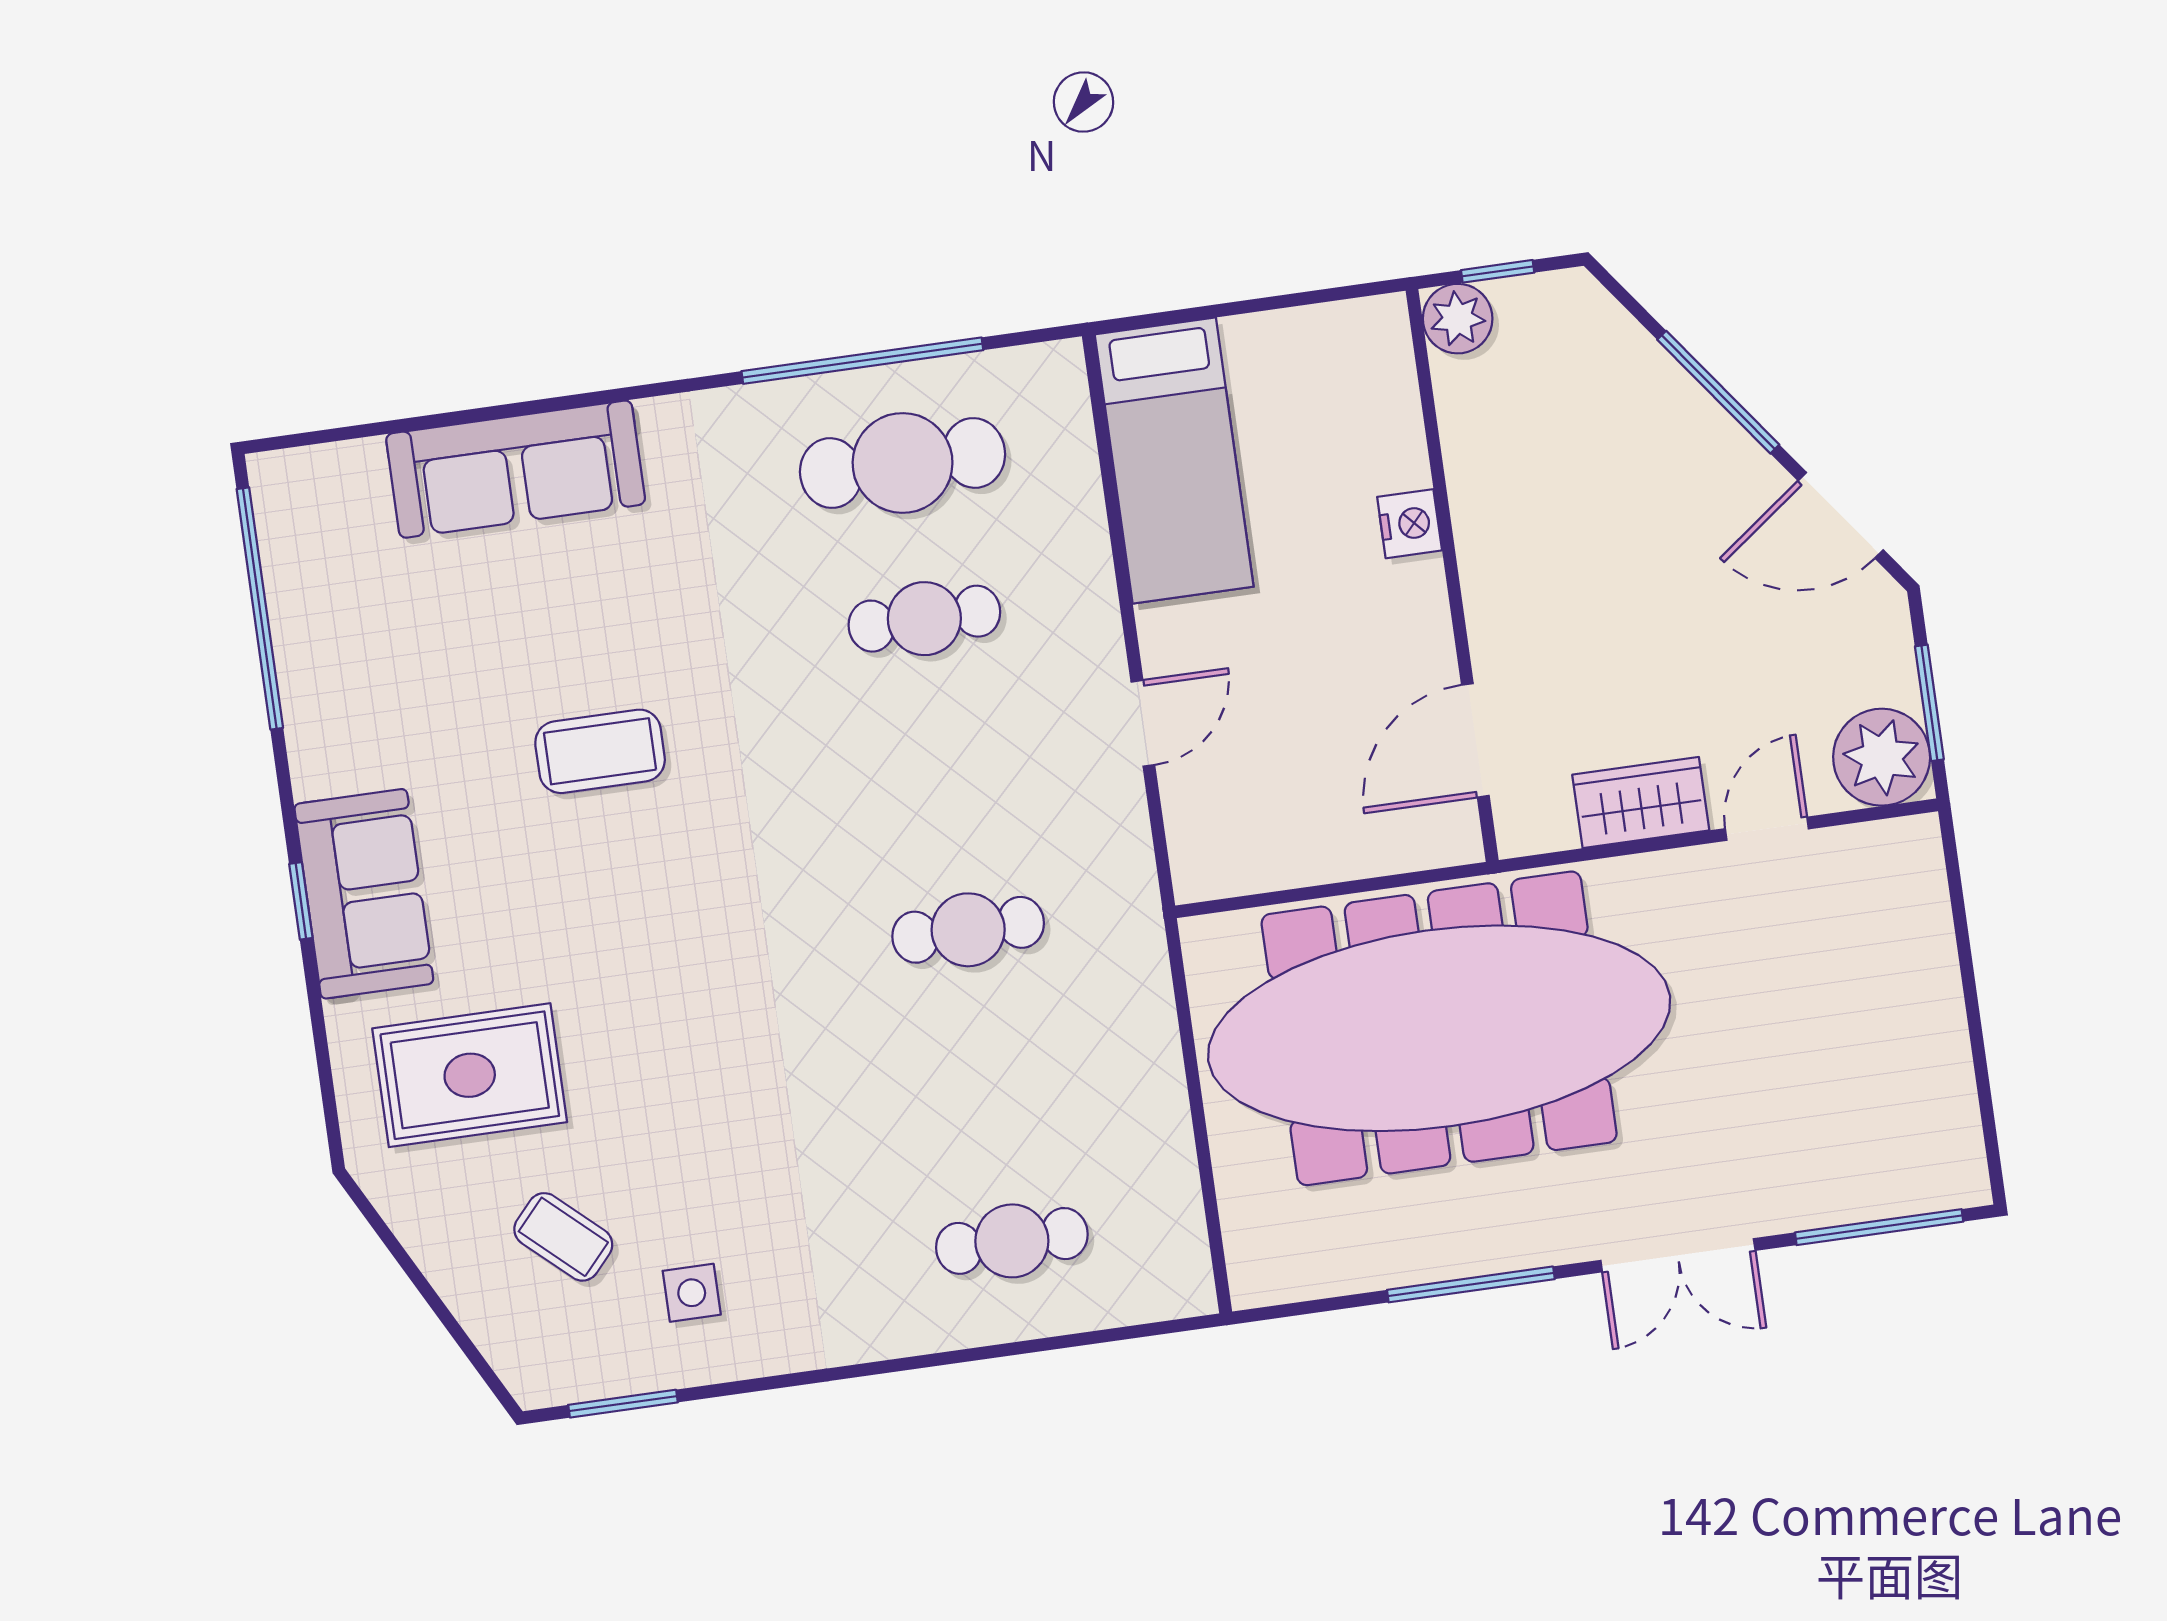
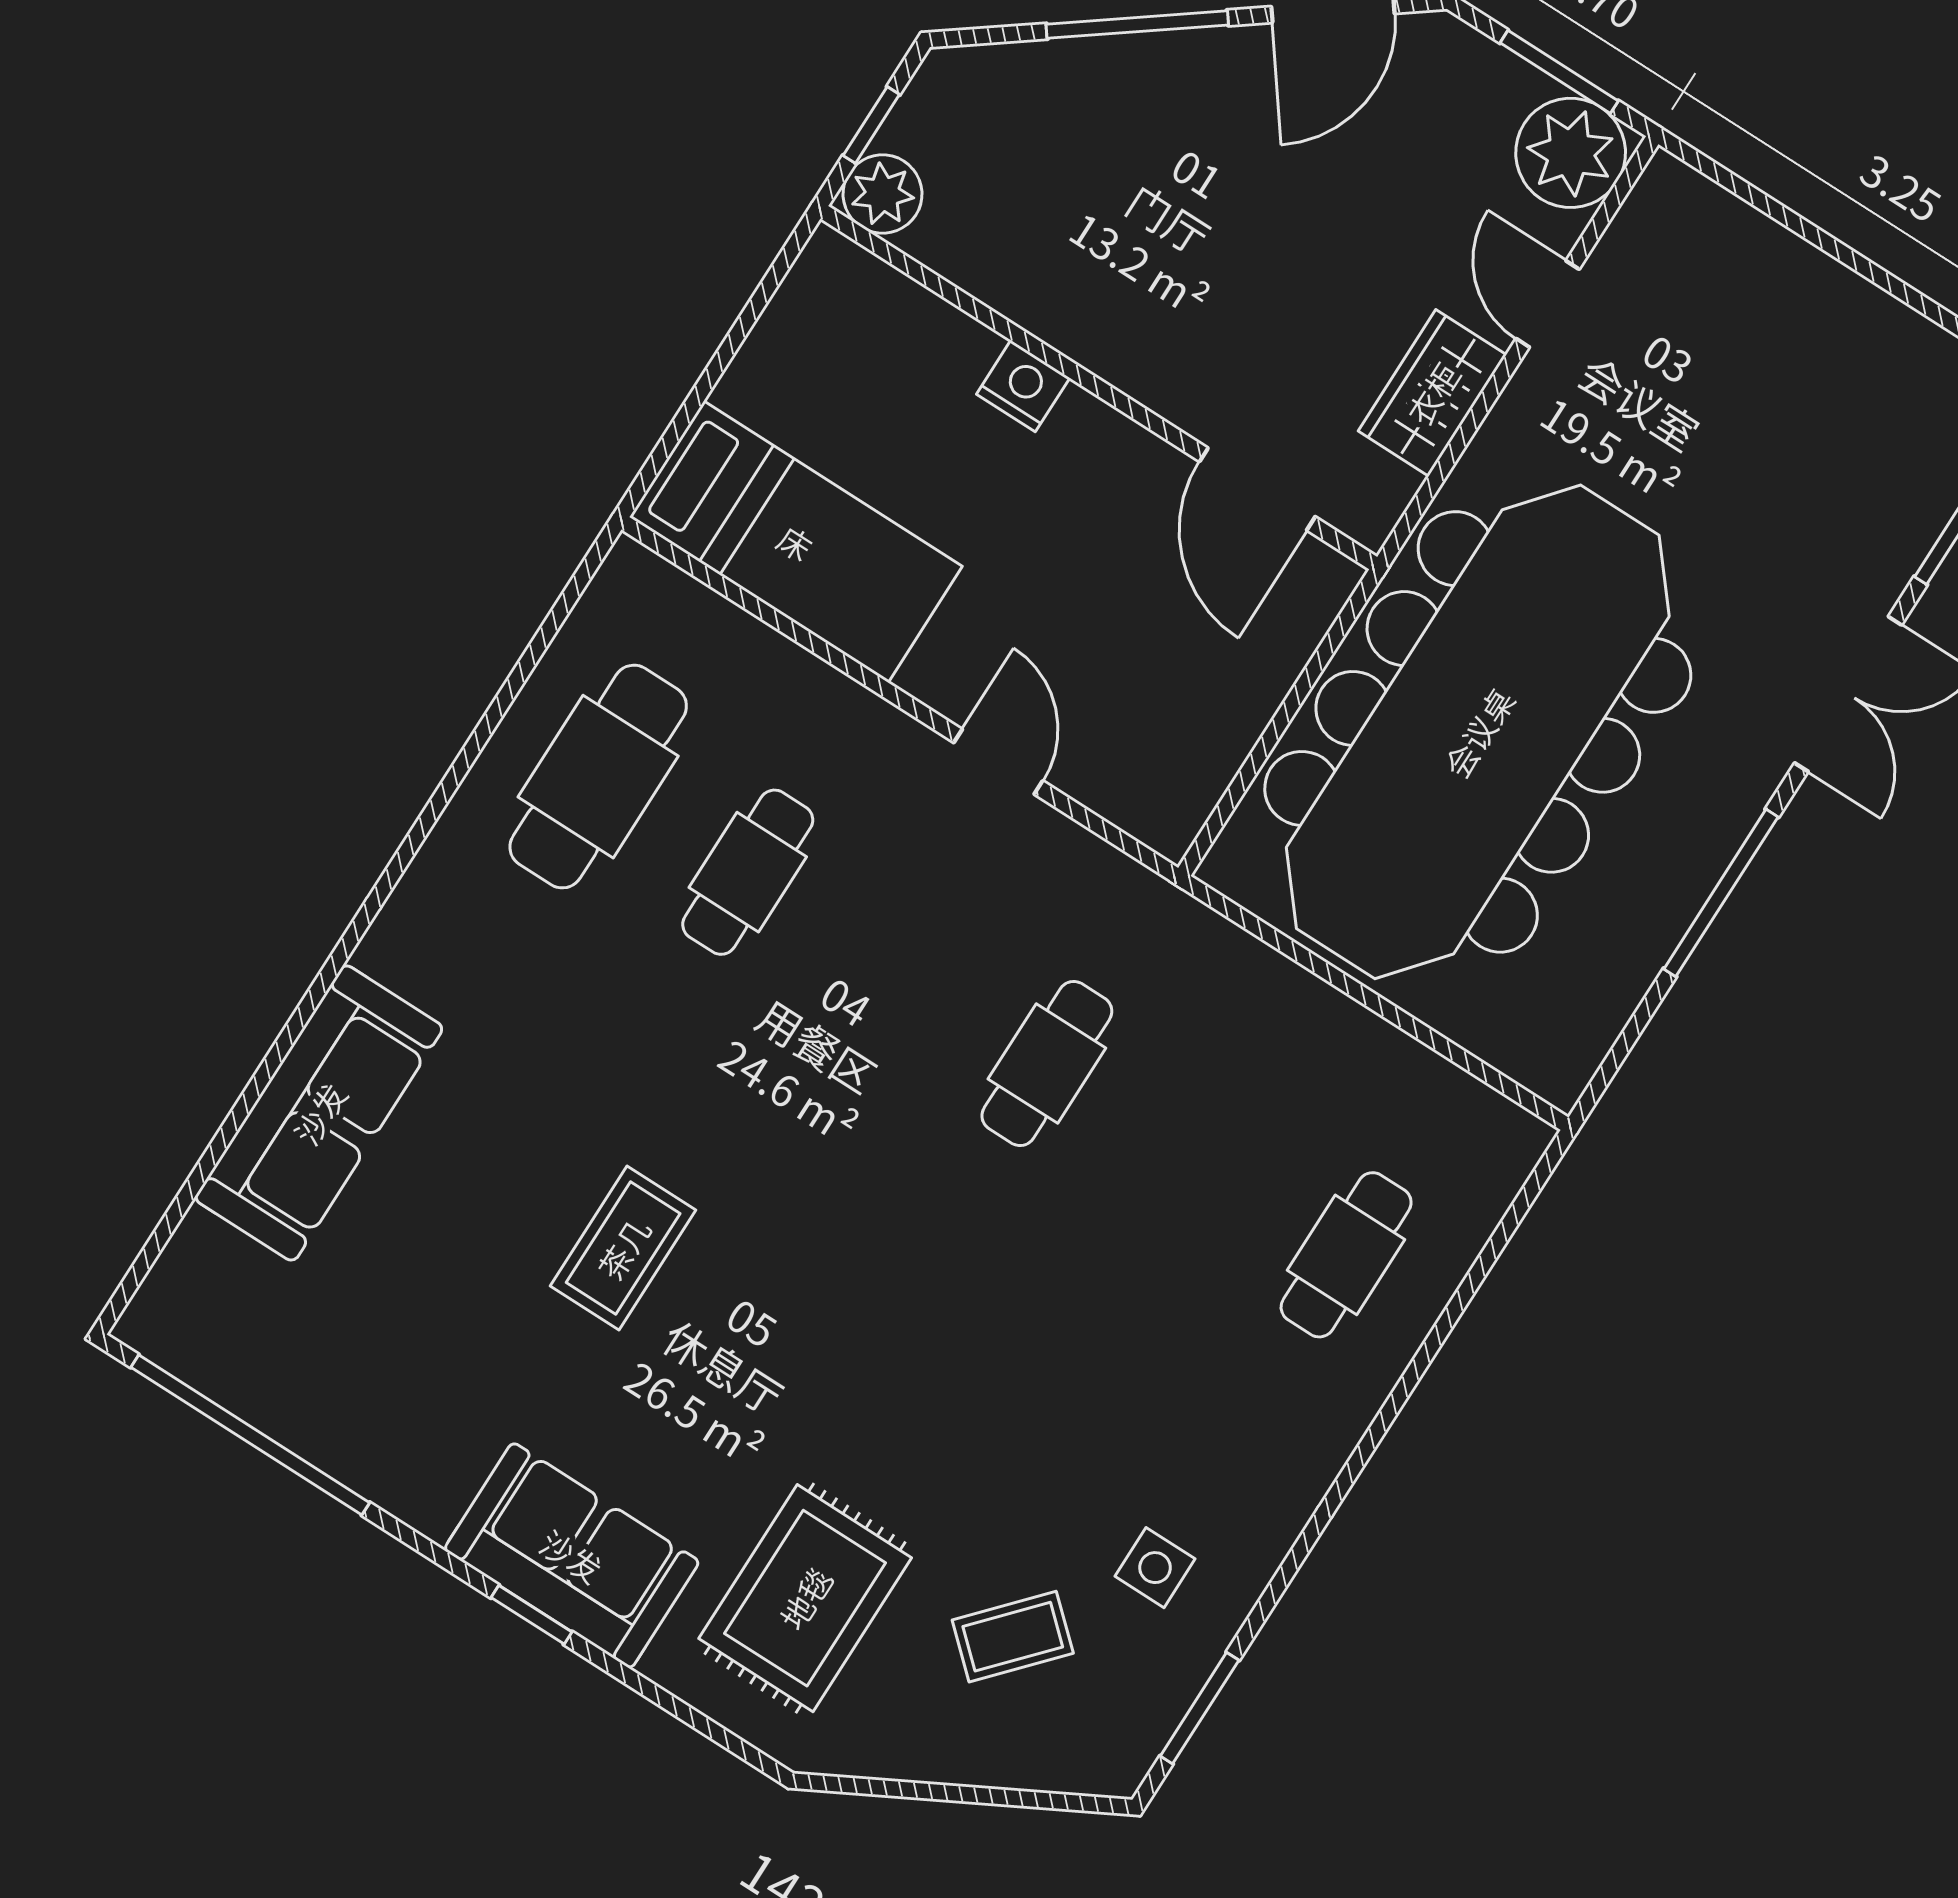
window: (862, 361) -> (481, 736), removed

